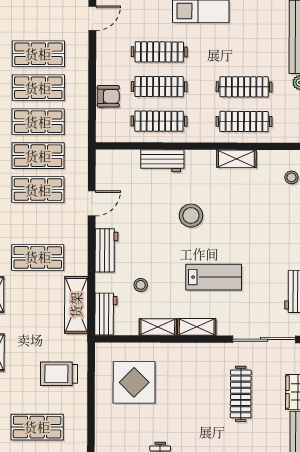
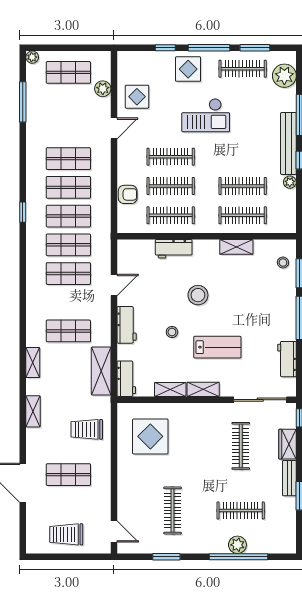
stool: (141, 285) -> (172, 332), moved

